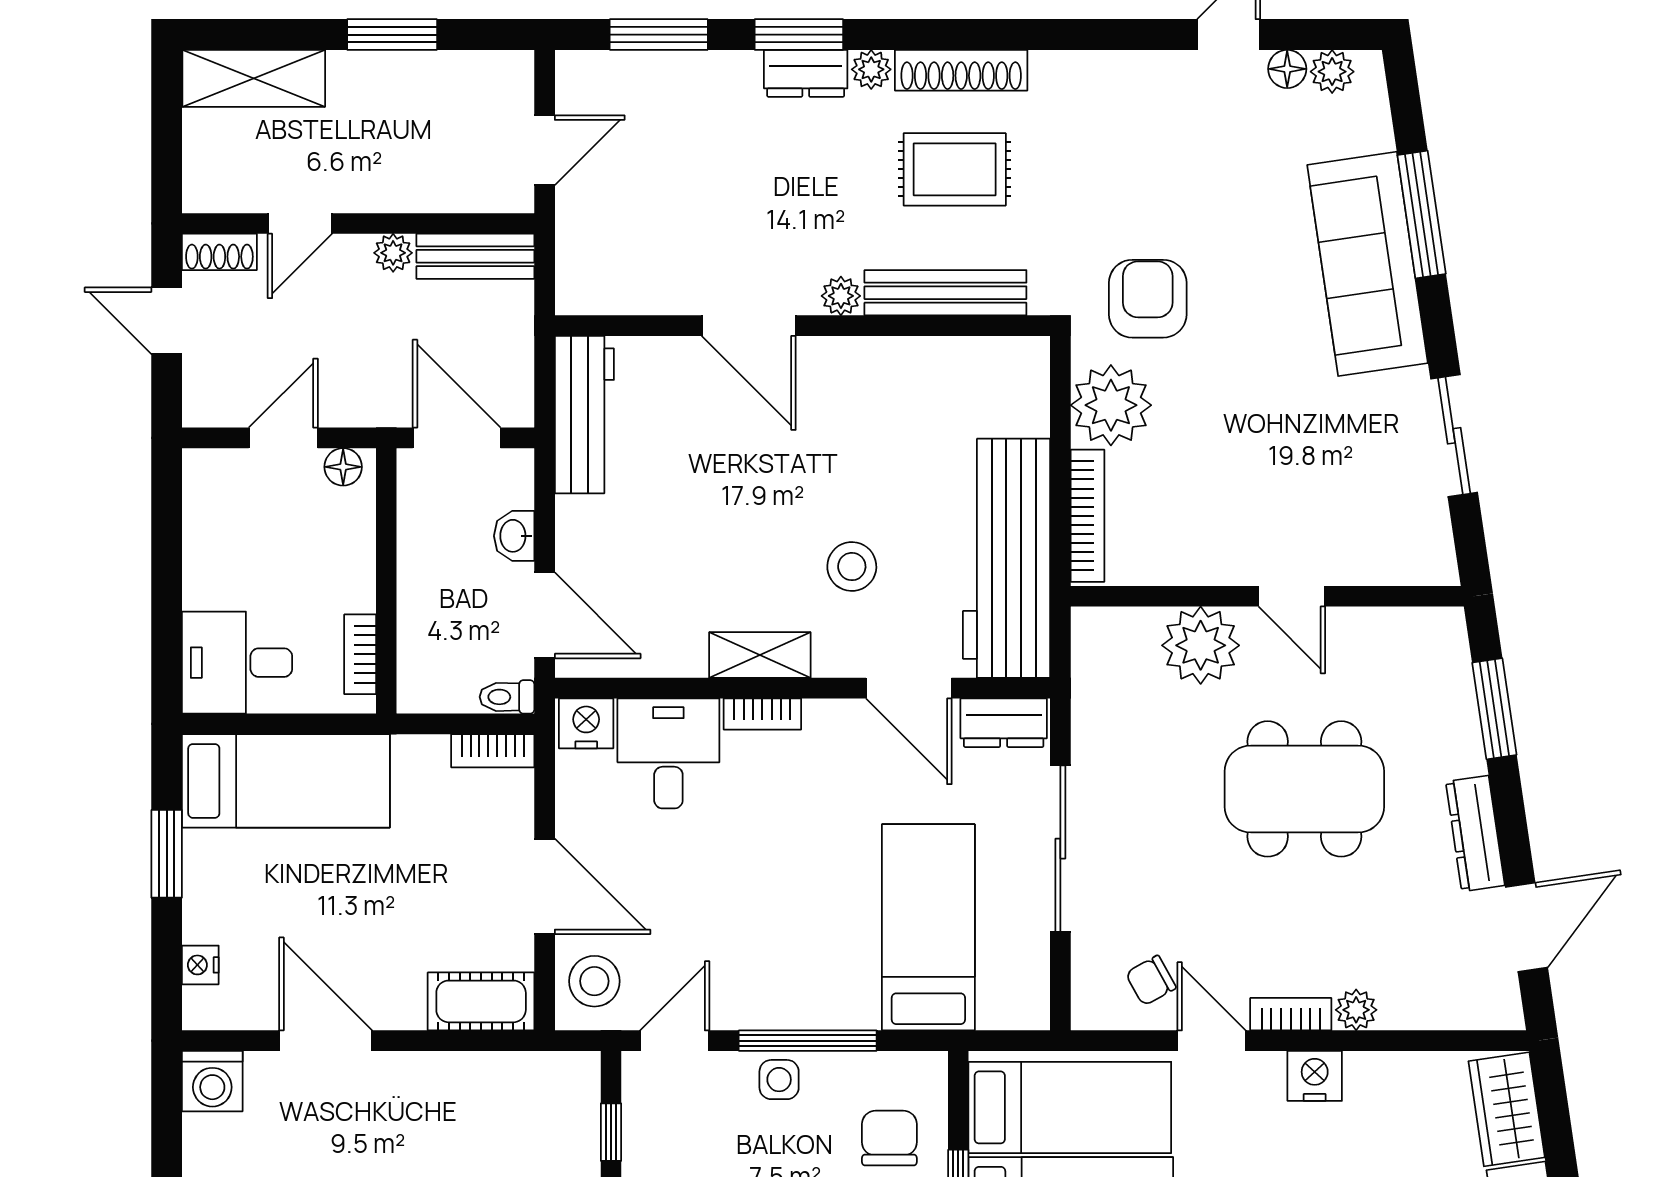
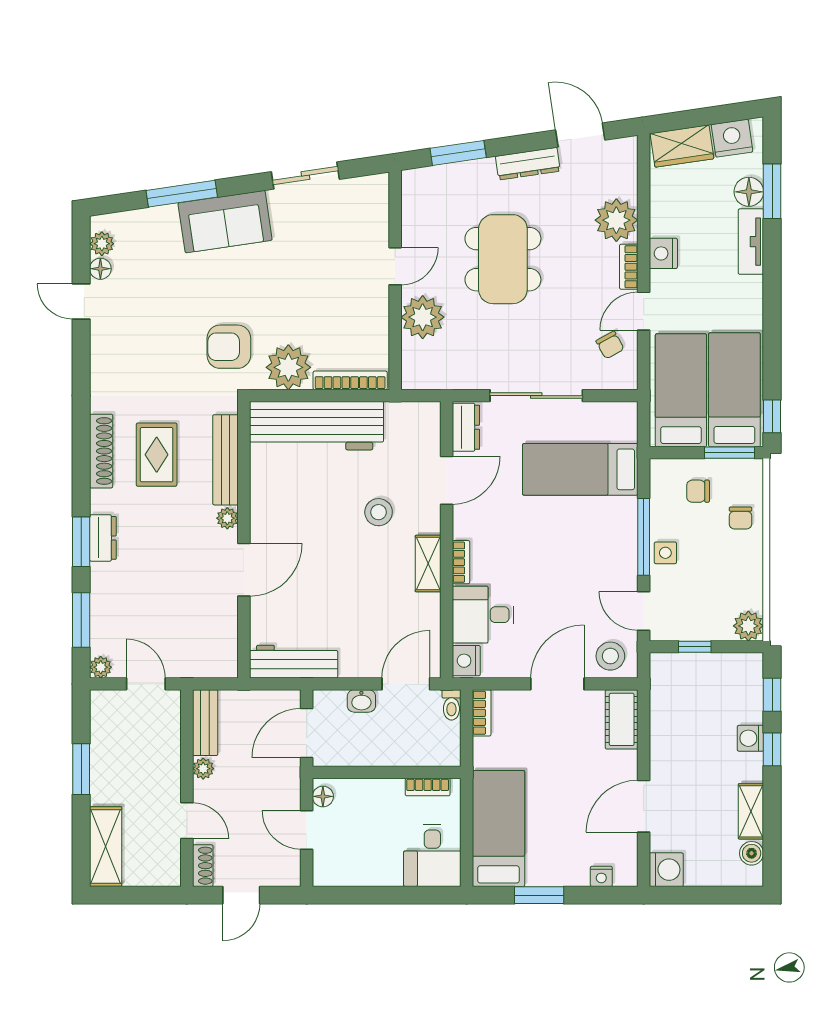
plant: (871, 69) -> (101, 667), moved
sofa: (1367, 264) -> (225, 222), width x0.73
workbench: (1007, 558) -> (316, 426), moved
plant: (1356, 1010) -> (616, 220), width x1.87, depth x1.87
chair: (889, 1138) -> (698, 491), width x0.73, depth x0.73

